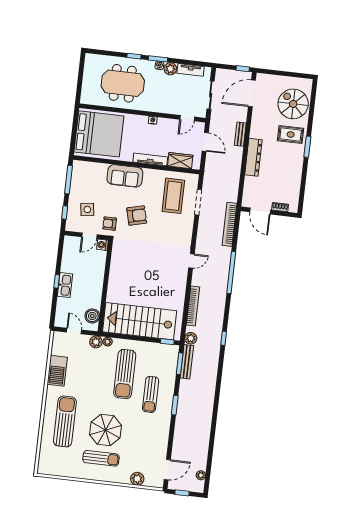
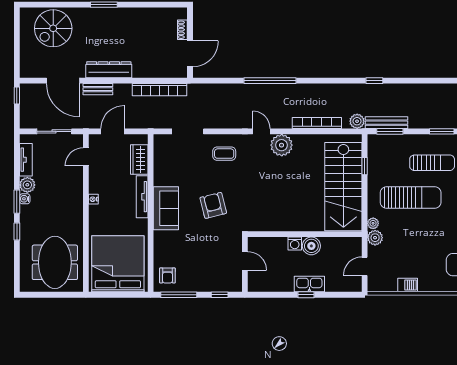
meeting table: (123, 83) -> (55, 262), moved
door: (252, 93) -> (63, 81), moved
door: (187, 118) -> (86, 157), swing flipped
rug: (291, 135) -> (91, 27), removed
dresser: (253, 157) -> (109, 70), moved
sofa: (125, 176) -> (166, 208), moved
coffee table: (173, 196) -> (224, 154), moved, width x0.54, depth x0.58
side table: (87, 209) -> (213, 267), removed
armchair: (110, 224) -> (167, 275), moved
bookcase: (229, 224) -> (160, 90), moved
washing machine: (102, 245) -> (295, 244), moved
plant: (179, 276) -> (282, 145), added
boiler: (92, 316) -> (311, 246), moved
window: (224, 338) -> (374, 81), moved
window: (167, 342) -> (365, 166), moved
barbecue: (57, 371) -> (408, 285), width x0.53, depth x0.65

